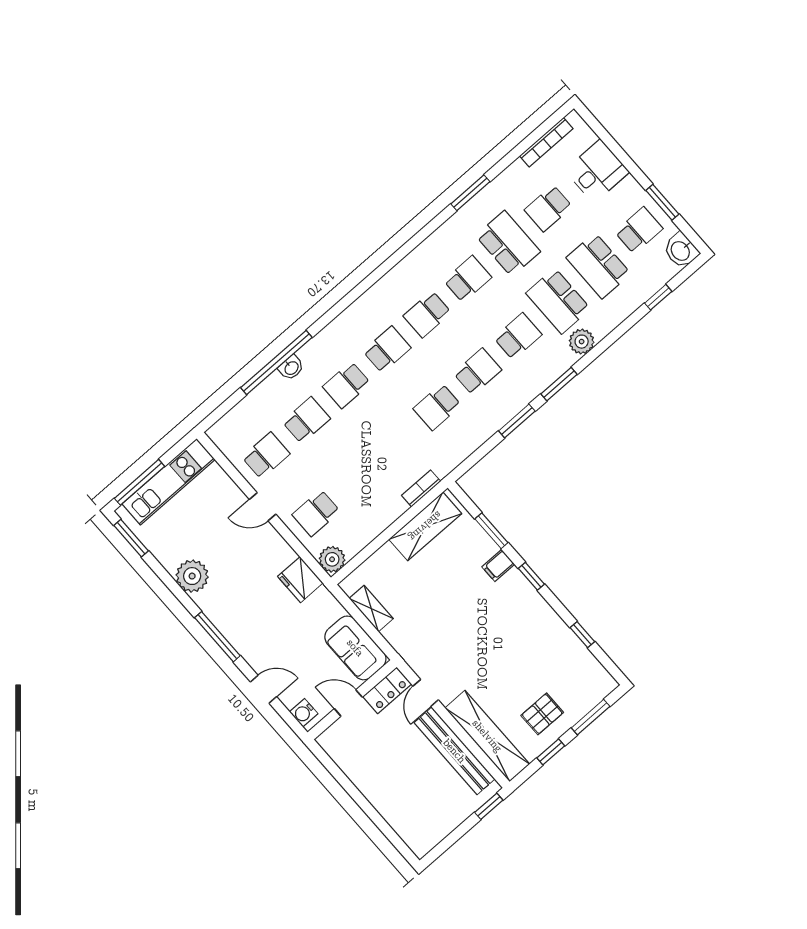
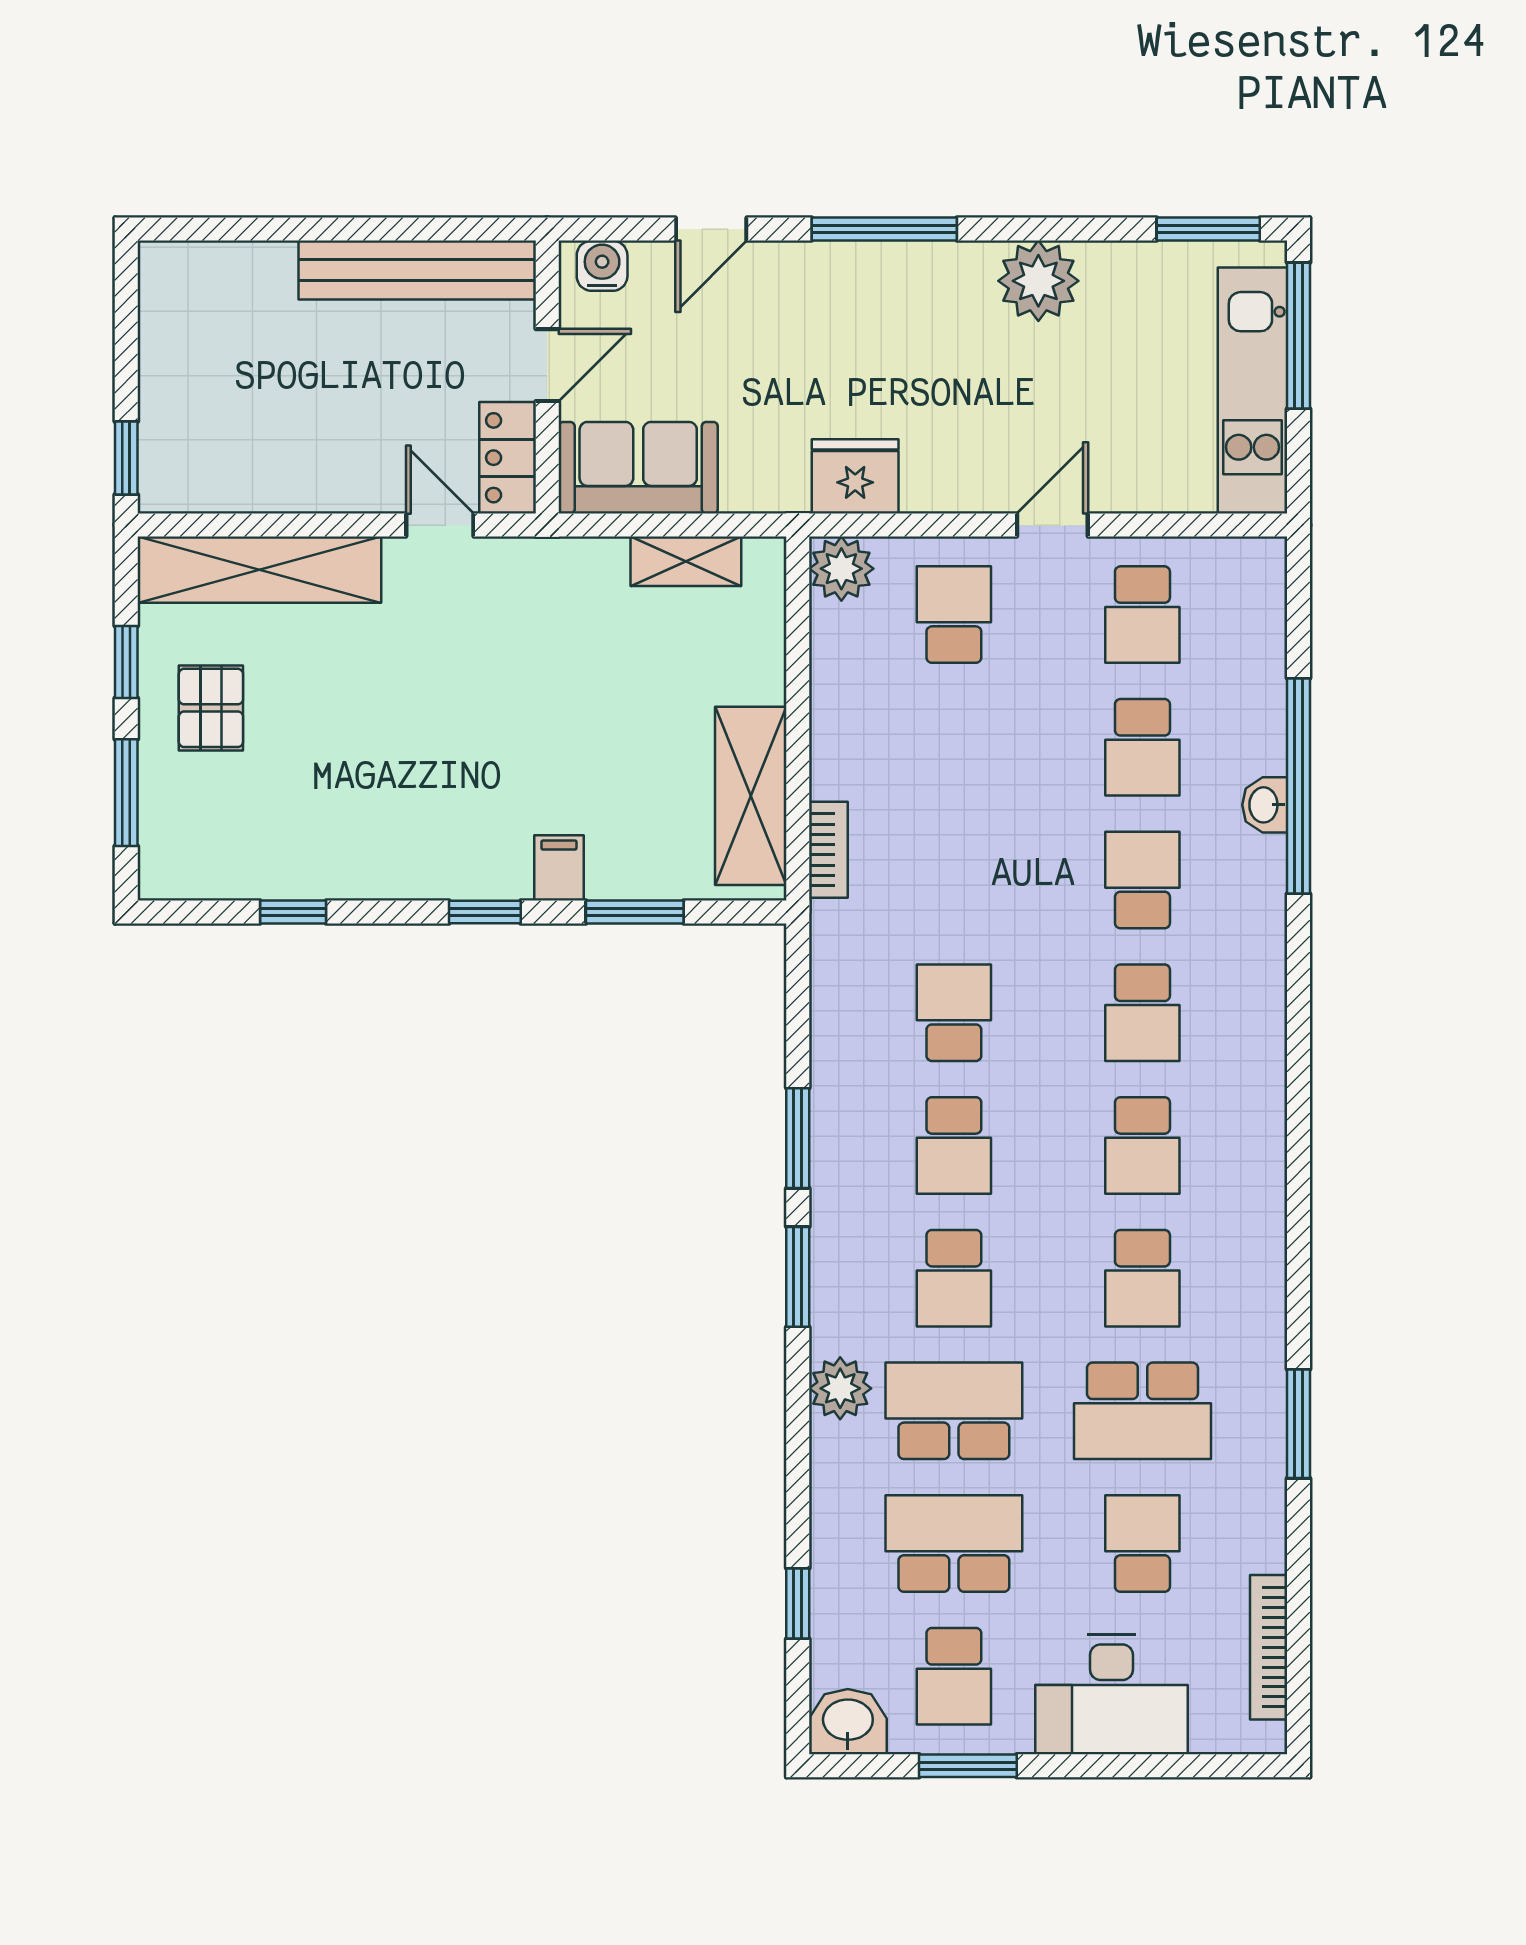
desk: (597, 171) -> (1112, 1695), width x1.37
school desk: (427, 314) -> (1142, 1145), turned 180
bench: (454, 751) -> (417, 270), moved

